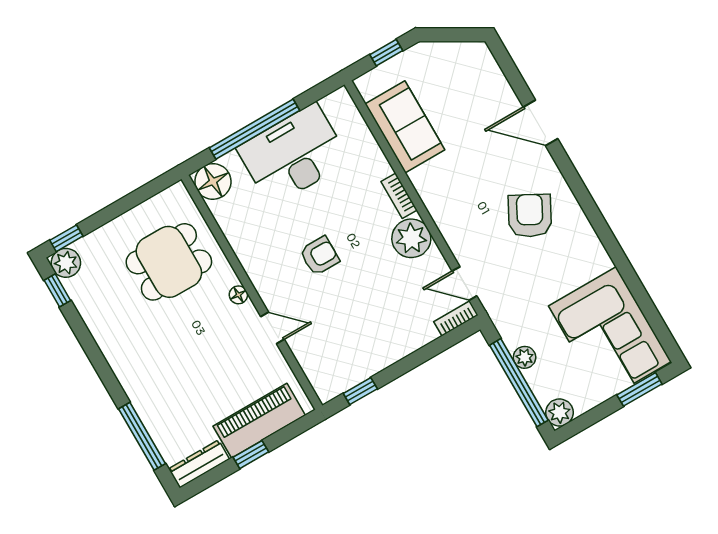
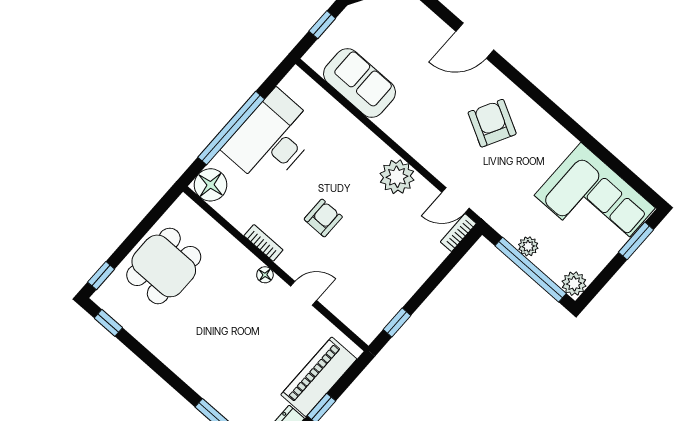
bookcase: (399, 196) -> (263, 243), moved, turned 180
dining table: (169, 262) -> (164, 266), moved
plant: (66, 263) -> (108, 297), removed

